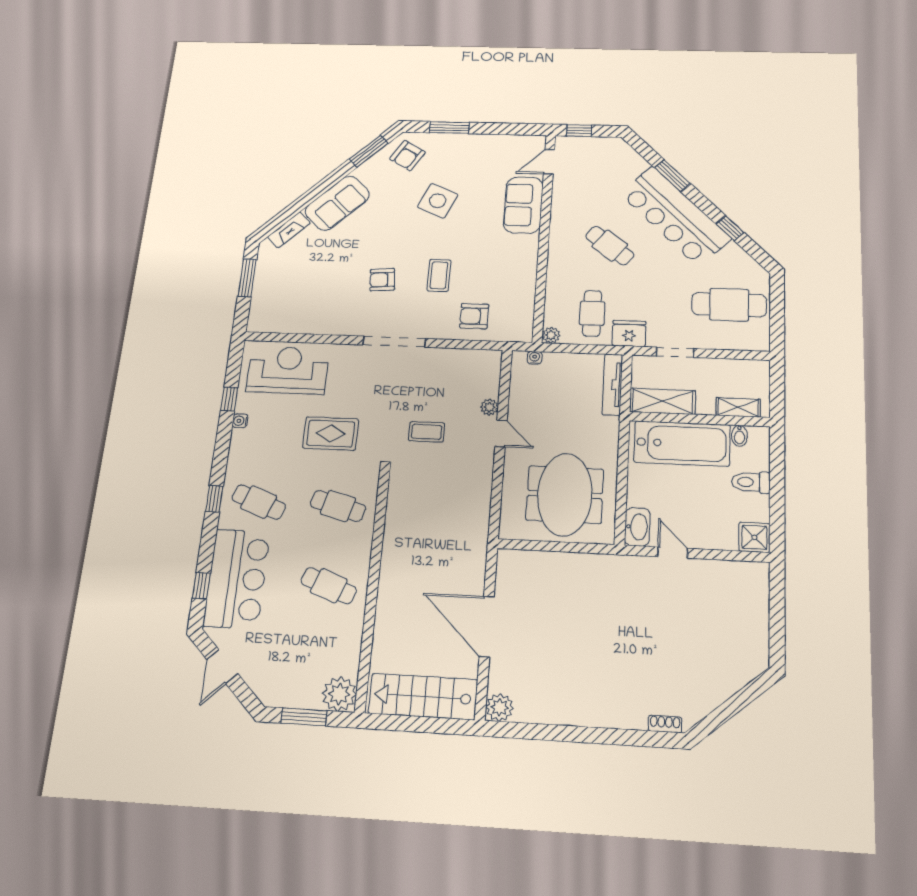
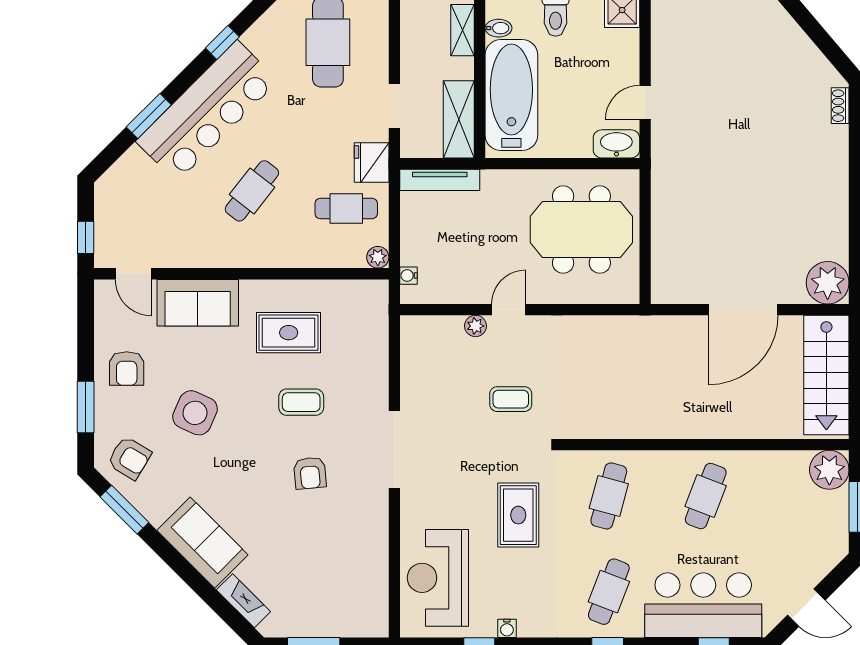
rug: (495, 268) -> (289, 333), added
armchair: (474, 316) -> (127, 369), moved
coffee table: (427, 432) -> (511, 399), turned 90
plant: (500, 708) -> (828, 283), width x1.36, depth x1.36

